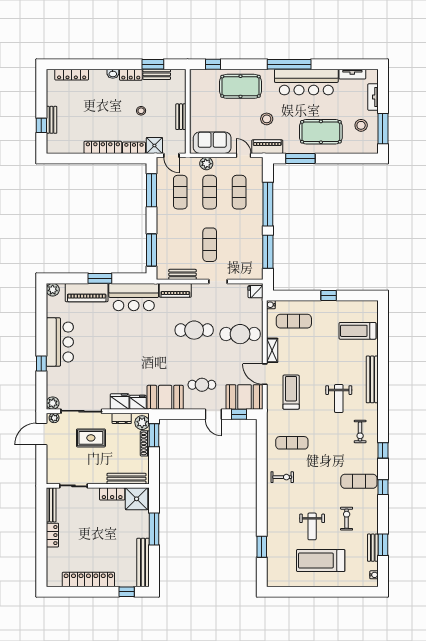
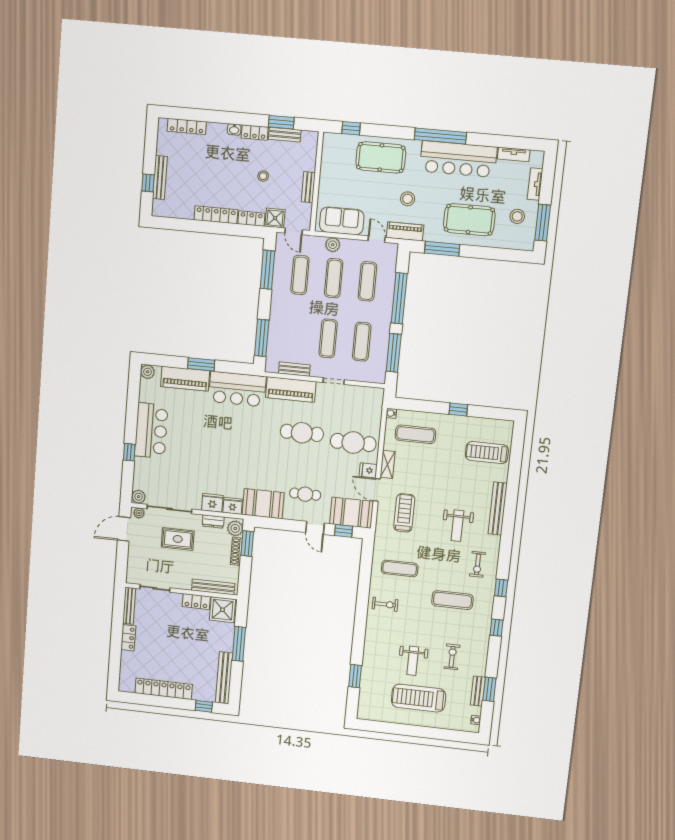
bench: (51, 120) -> (160, 178), width x1.36
exercise mat: (239, 245) -> (362, 342), added
piano: (175, 290) -> (291, 389), width x1.37, depth x1.33
fridge: (256, 292) -> (368, 470), moved
exercise mat: (359, 481) -> (452, 600), moved

